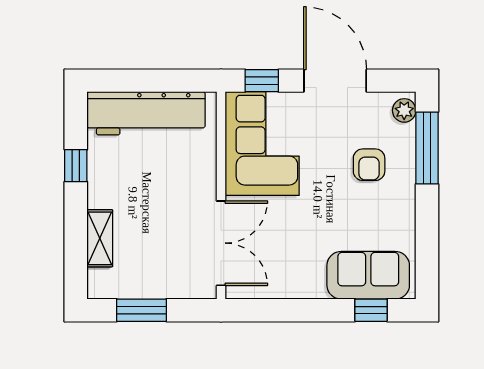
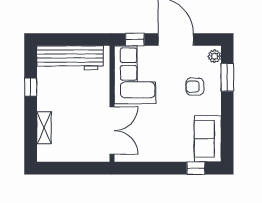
window: (427, 148) -> (227, 77), width x0.69
armchair: (369, 165) -> (195, 87), turned 90
sofa: (368, 275) -> (208, 139), moved, turned -90
window: (142, 310) -> (67, 168), removed

